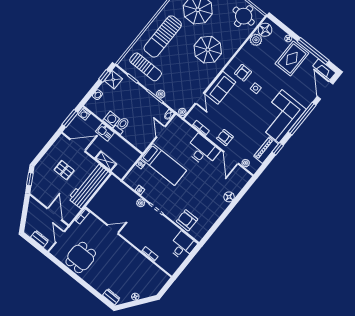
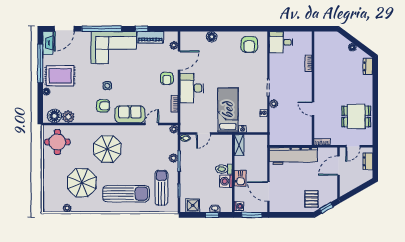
window: (104, 76) -> (212, 215), moved
shelving: (106, 161) -> (239, 145), moved
pallet: (64, 170) -> (311, 199), moved
armchair: (187, 220) -> (249, 45), moved

